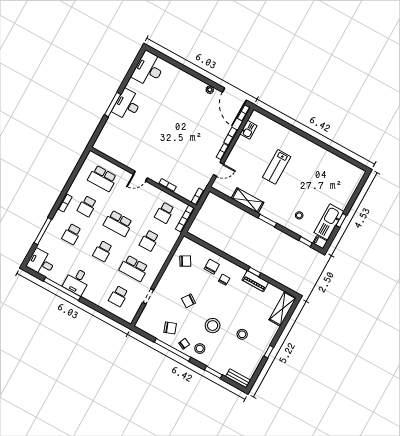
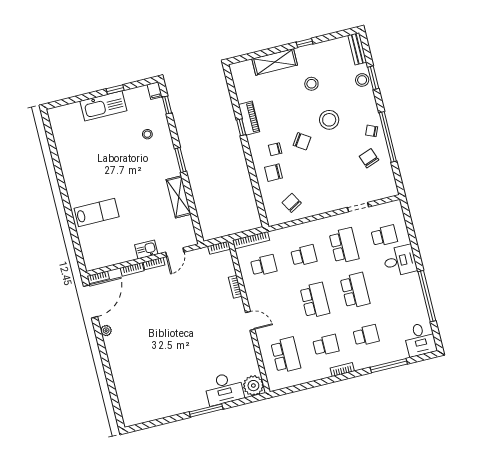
desk: (149, 69) -> (140, 407), removed
desk: (127, 105) -> (224, 389), moved
kitchen sink: (248, 130) -> (146, 249), moved
plant: (102, 144) -> (253, 386), added
lab bench: (277, 167) -> (97, 213), moved
door: (218, 169) -> (175, 252), swing flipped
kitchen sink: (329, 222) -> (103, 106), moved
school desk: (103, 251) -> (355, 291), width x1.85
desk: (77, 281) -> (400, 261), moved
chair: (189, 301) -> (302, 141), moved
shelving: (283, 309) -> (275, 62), moved
stool: (200, 349) -> (362, 80), moved

